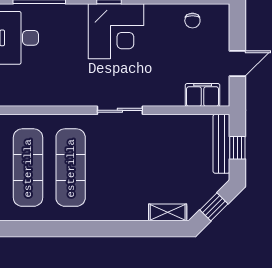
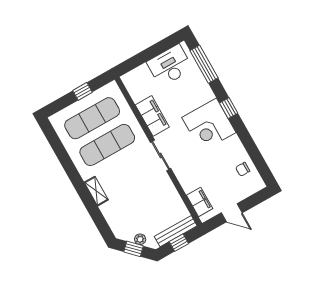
filing cabinet: (66, 93) -> (152, 116), added
plant: (207, 192) -> (140, 239), added
shelving: (168, 212) -> (96, 191), moved

